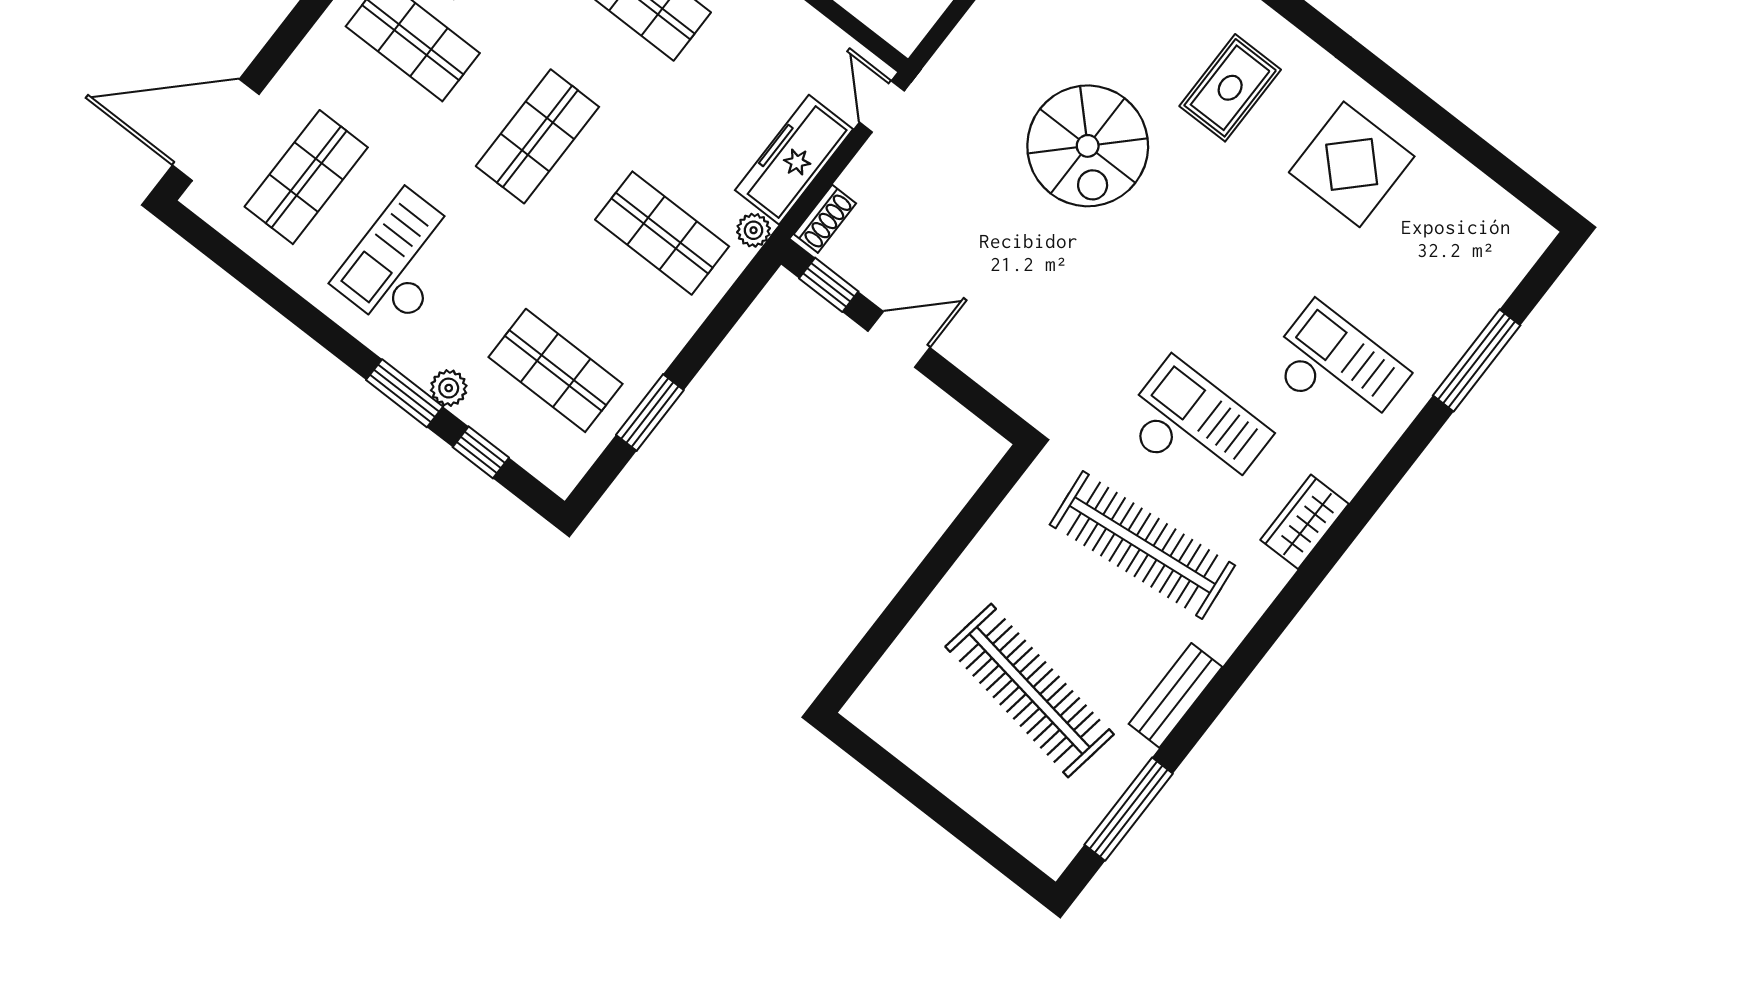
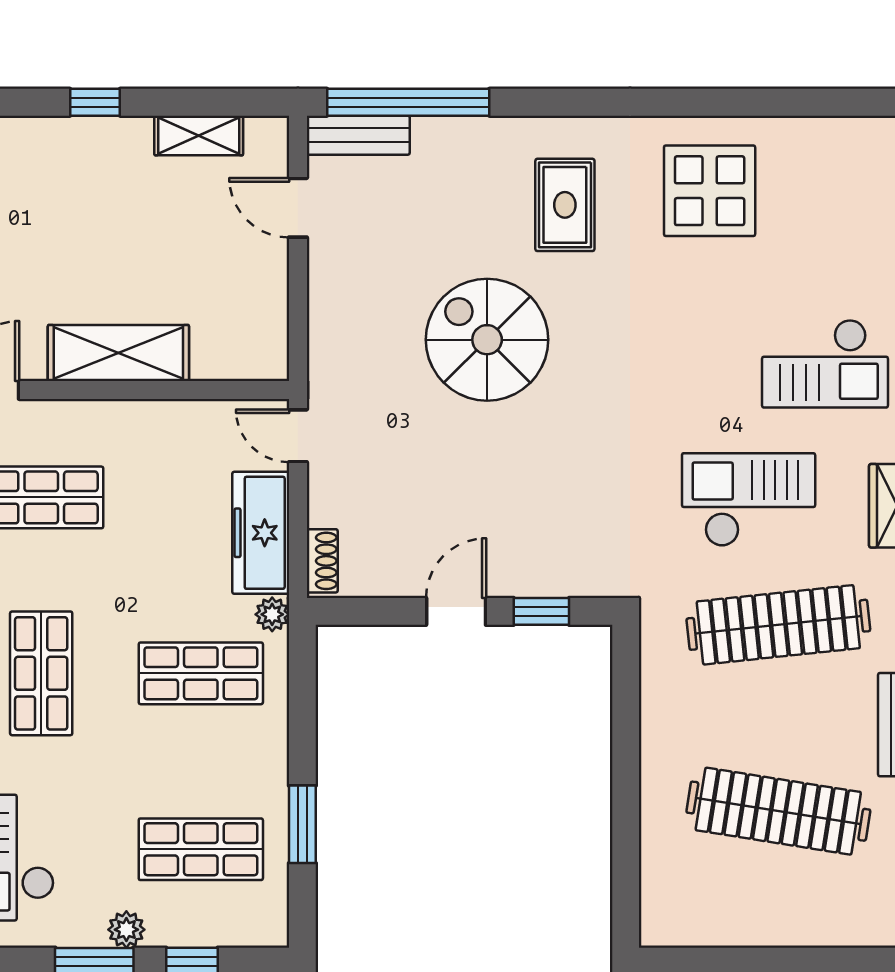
spiral stairs: (1088, 146) -> (487, 340), turned 180
window: (829, 285) -> (541, 611), moved
checkout: (1337, 369) -> (825, 364), turned 180

